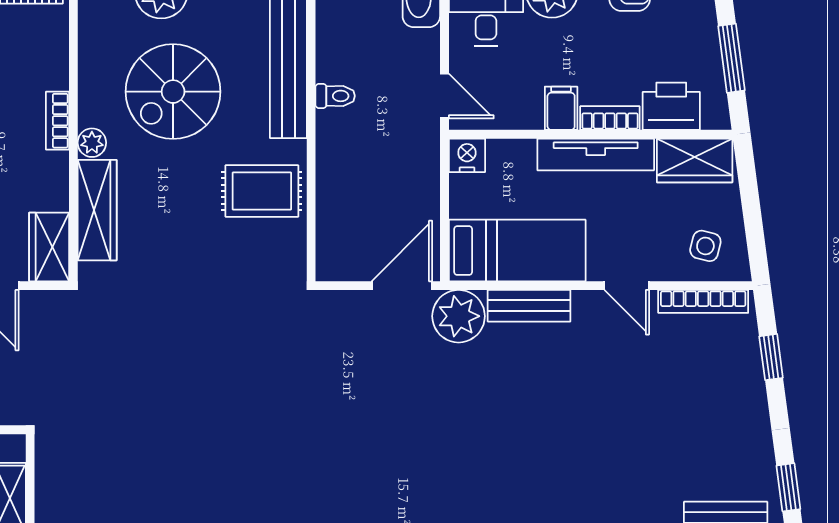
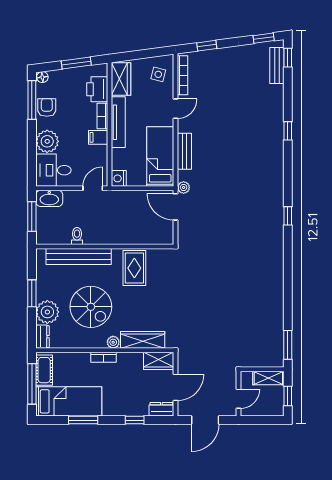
toilet: (335, 96) -> (77, 236), moved
plant: (459, 316) -> (184, 187), width x0.53, depth x0.53

